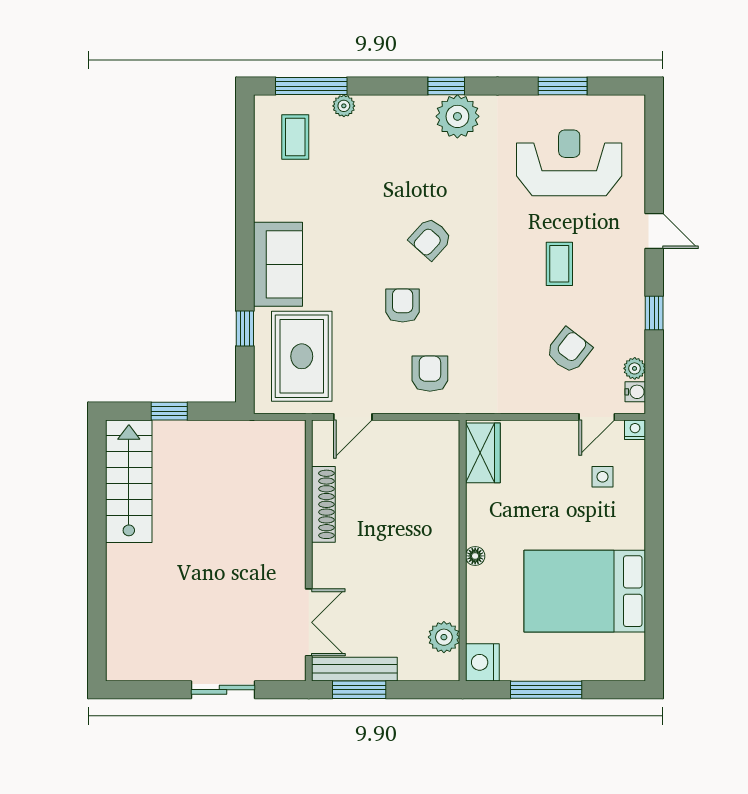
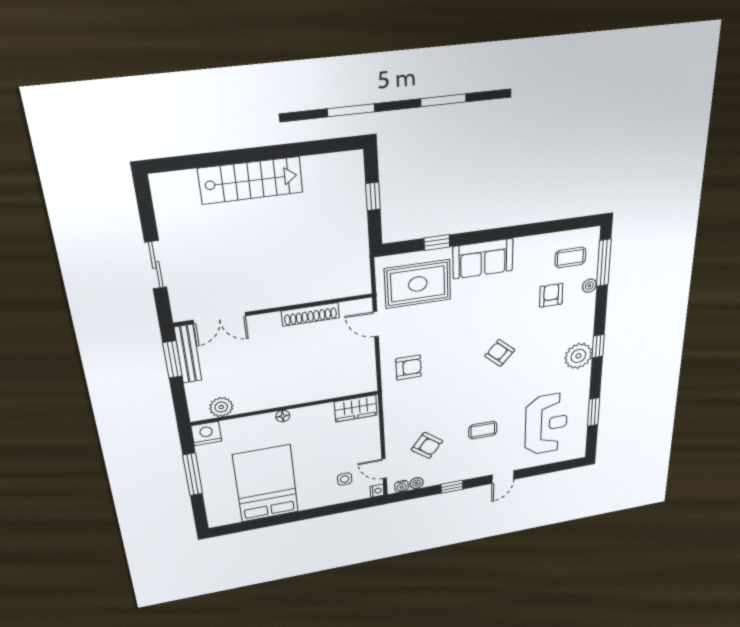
armchair: (403, 306) -> (551, 295), moved, turned -90
stairs: (129, 481) -> (251, 180), moved

